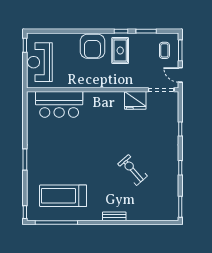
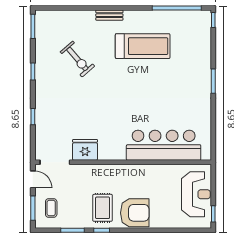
armchair: (92, 46) -> (135, 213), turned 90
bar counter: (59, 104) -> (164, 145), width x1.36
exercise bike: (133, 170) -> (77, 59), moved
treadmill: (63, 196) -> (143, 46), moved

